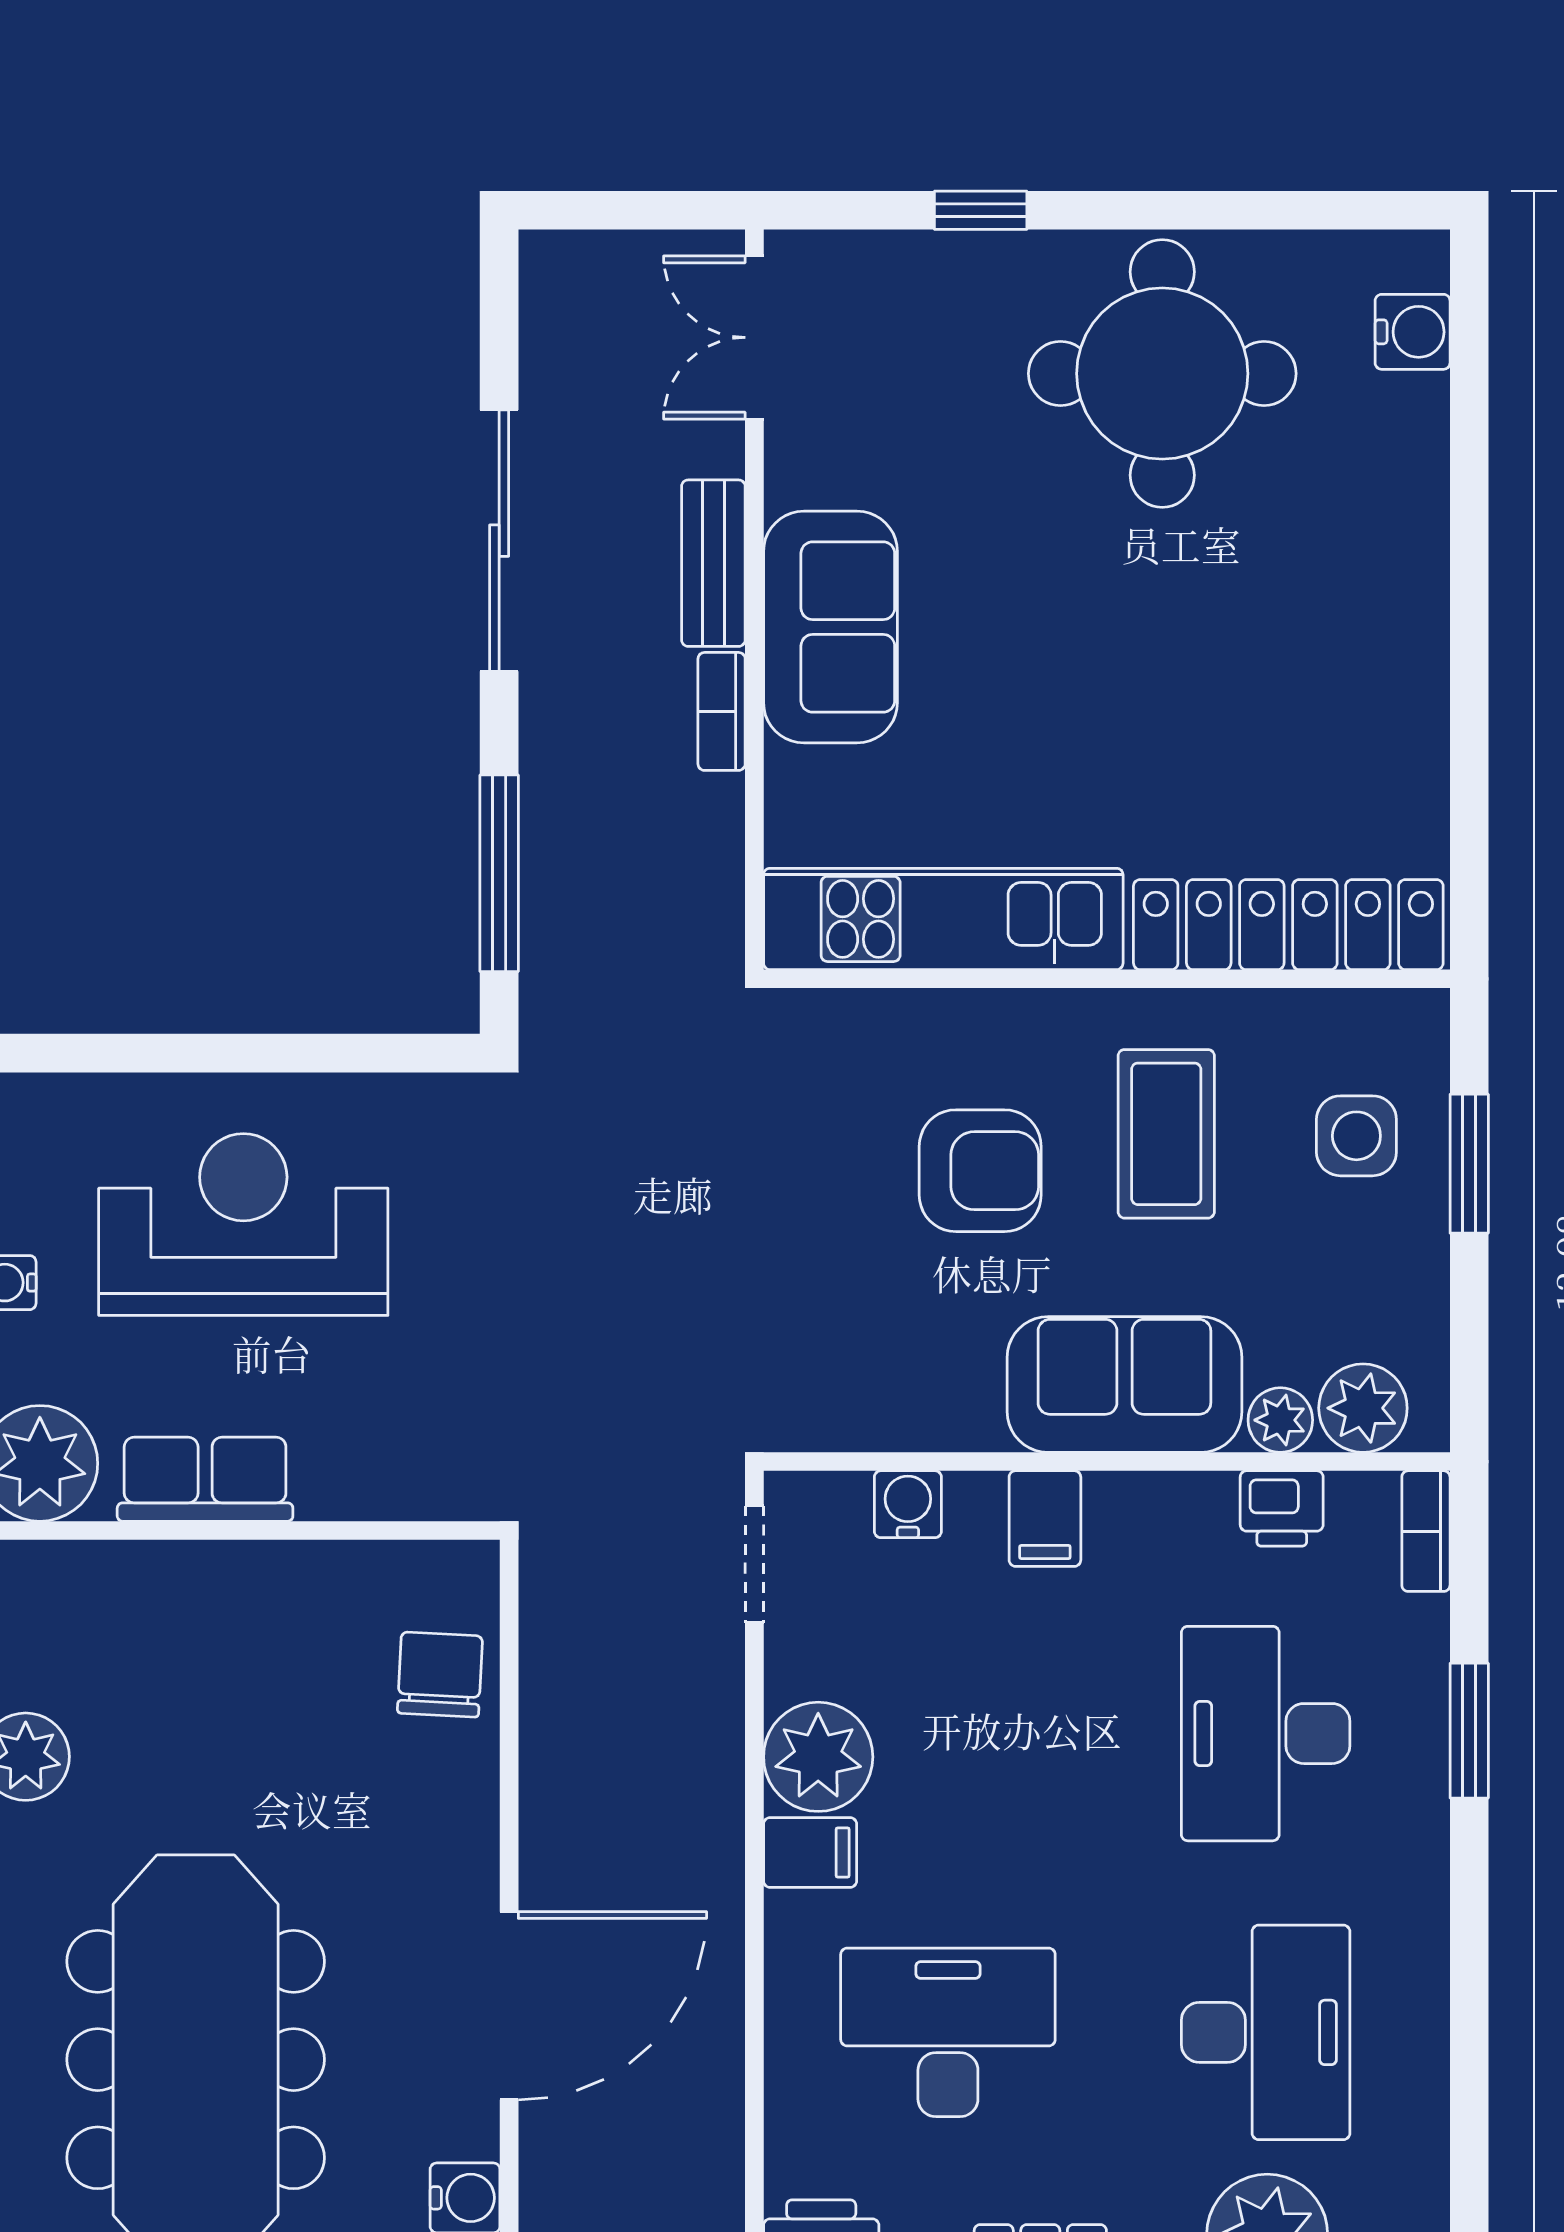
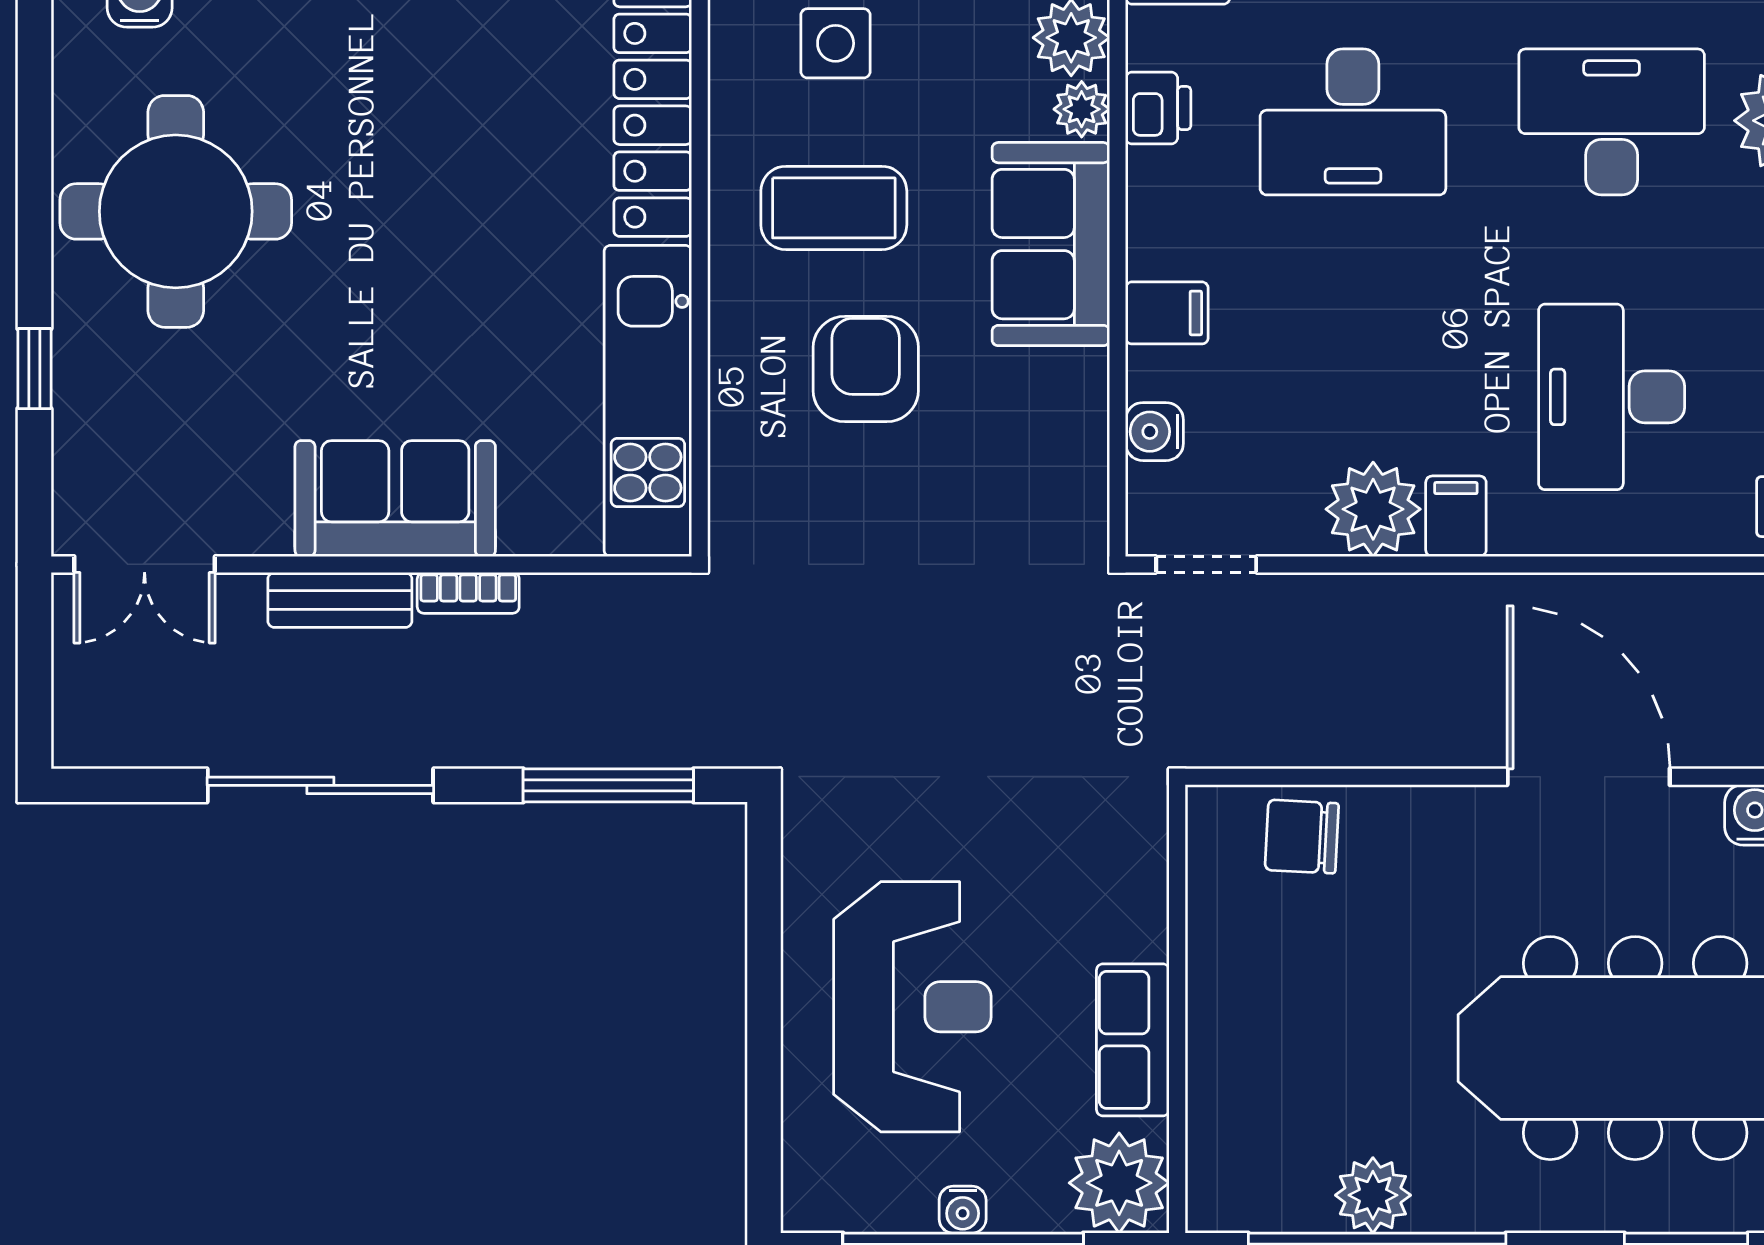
reception desk: (243, 1225) -> (912, 1007), turned 180

